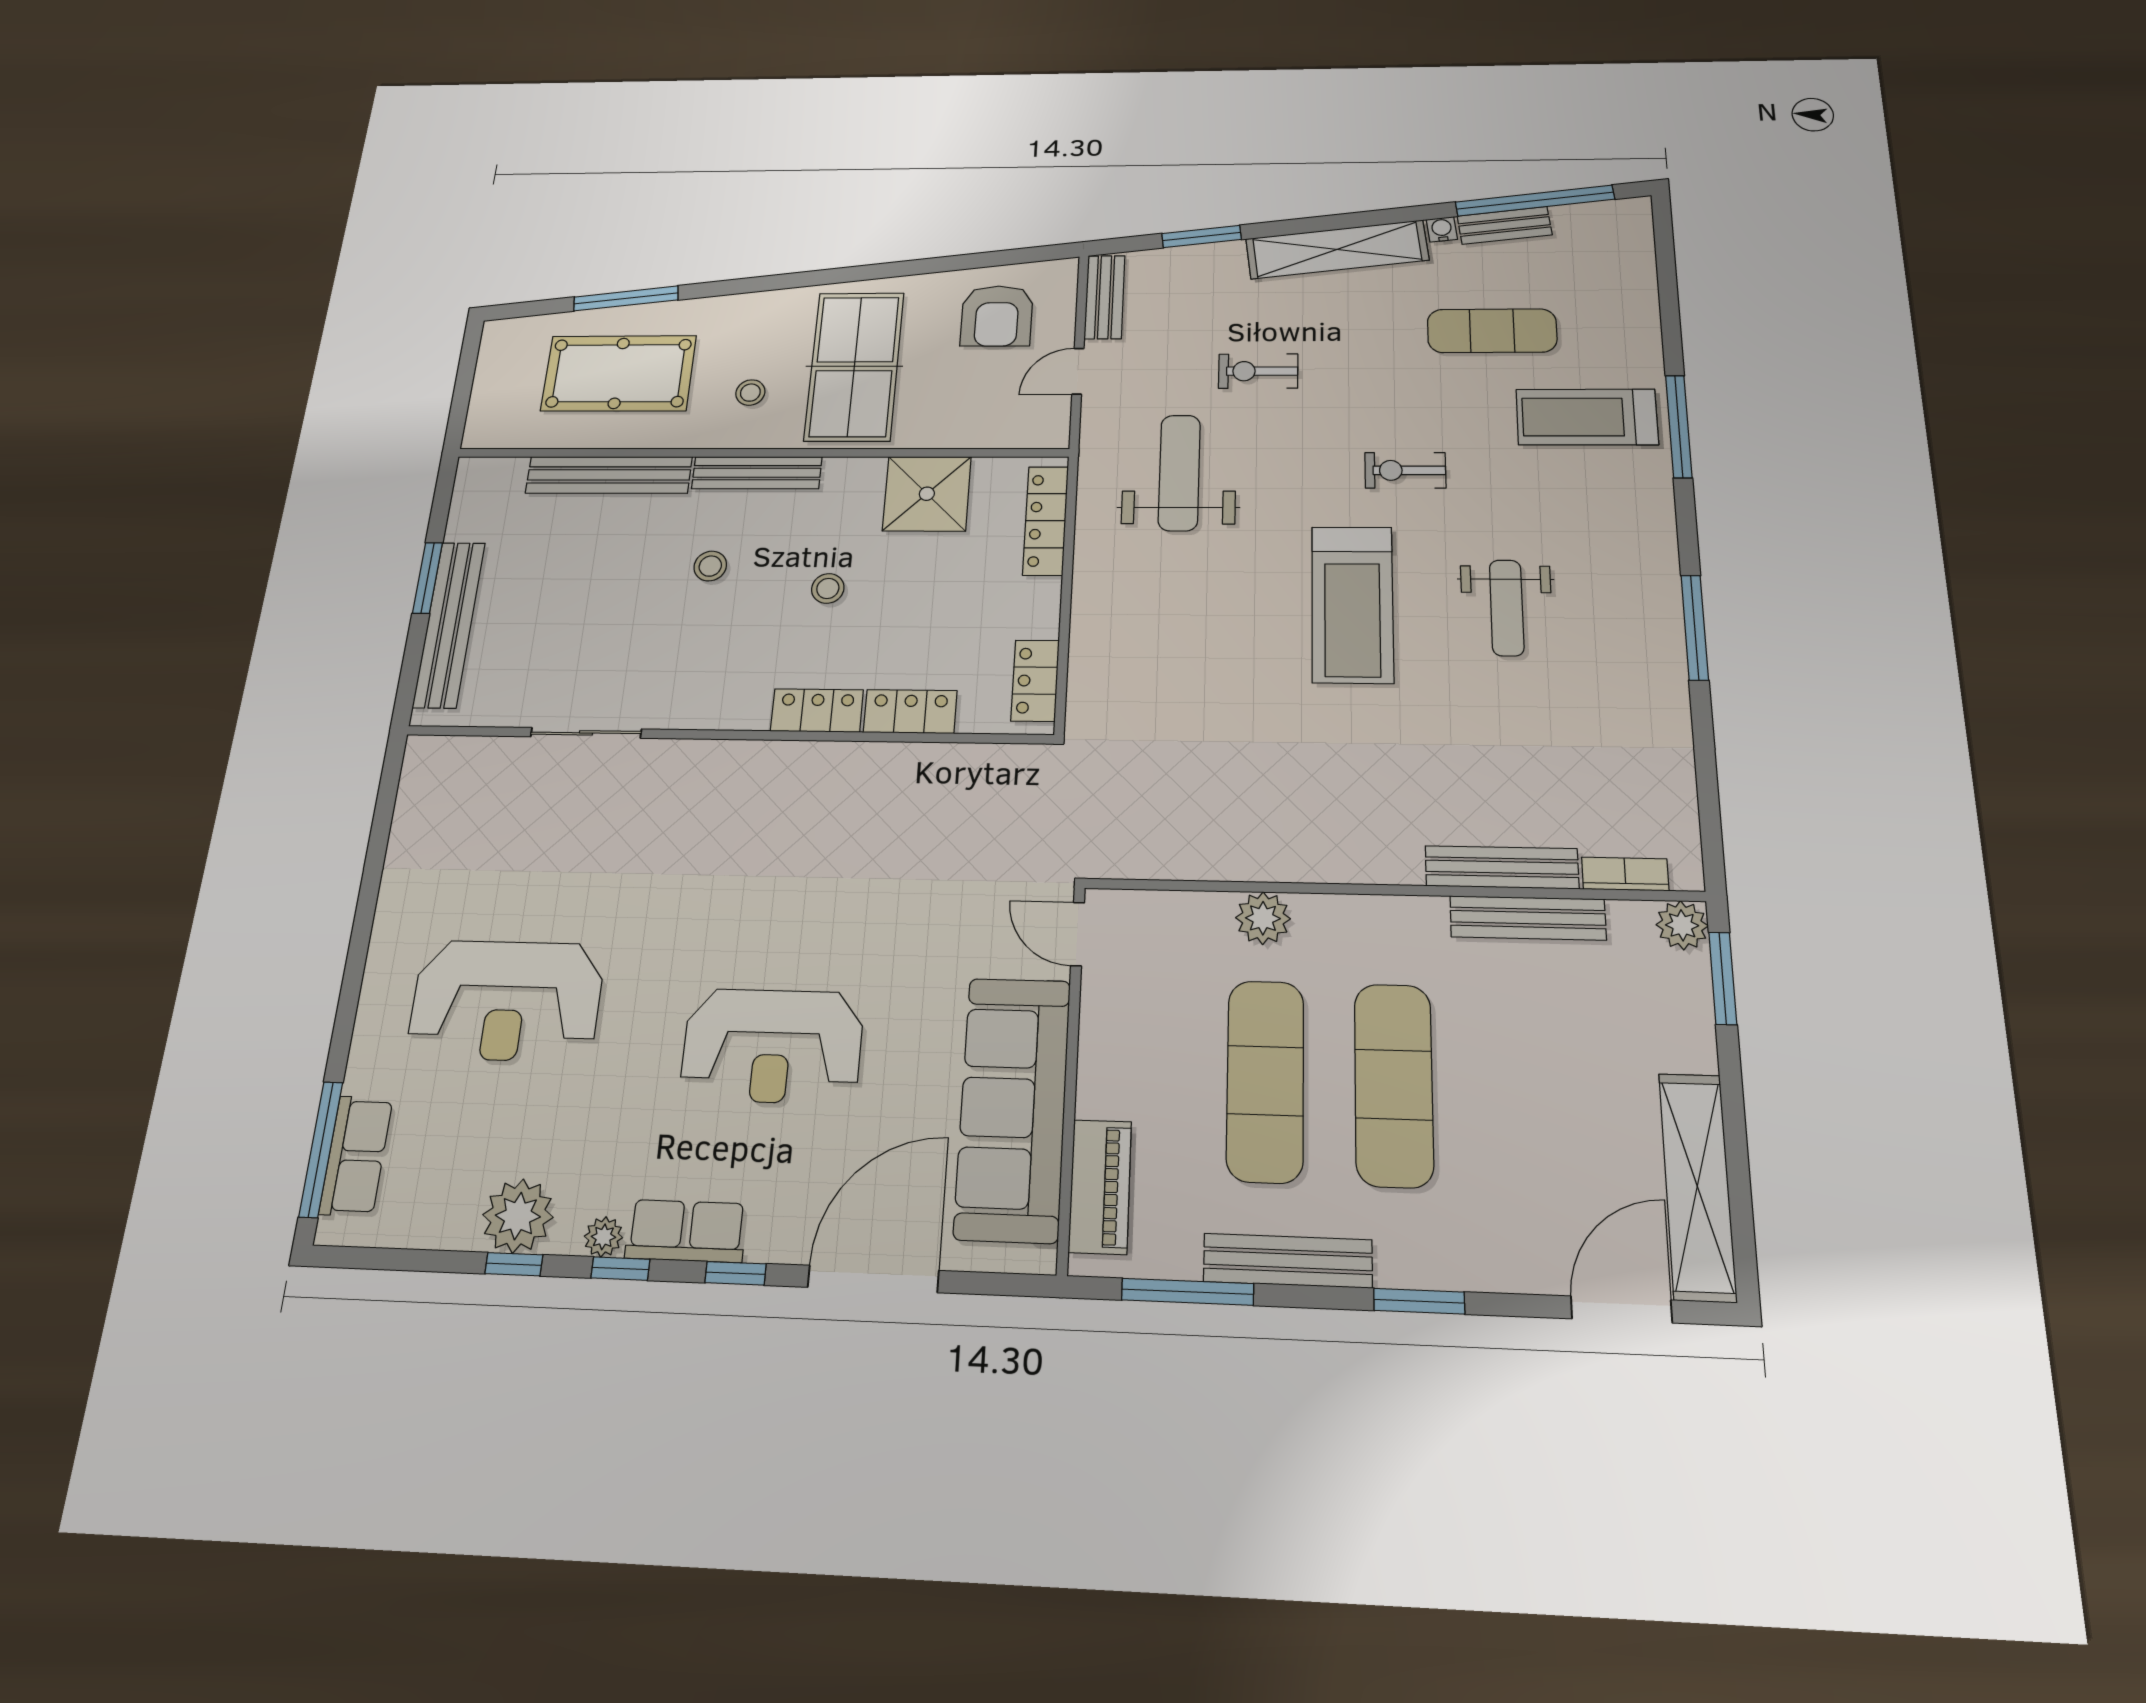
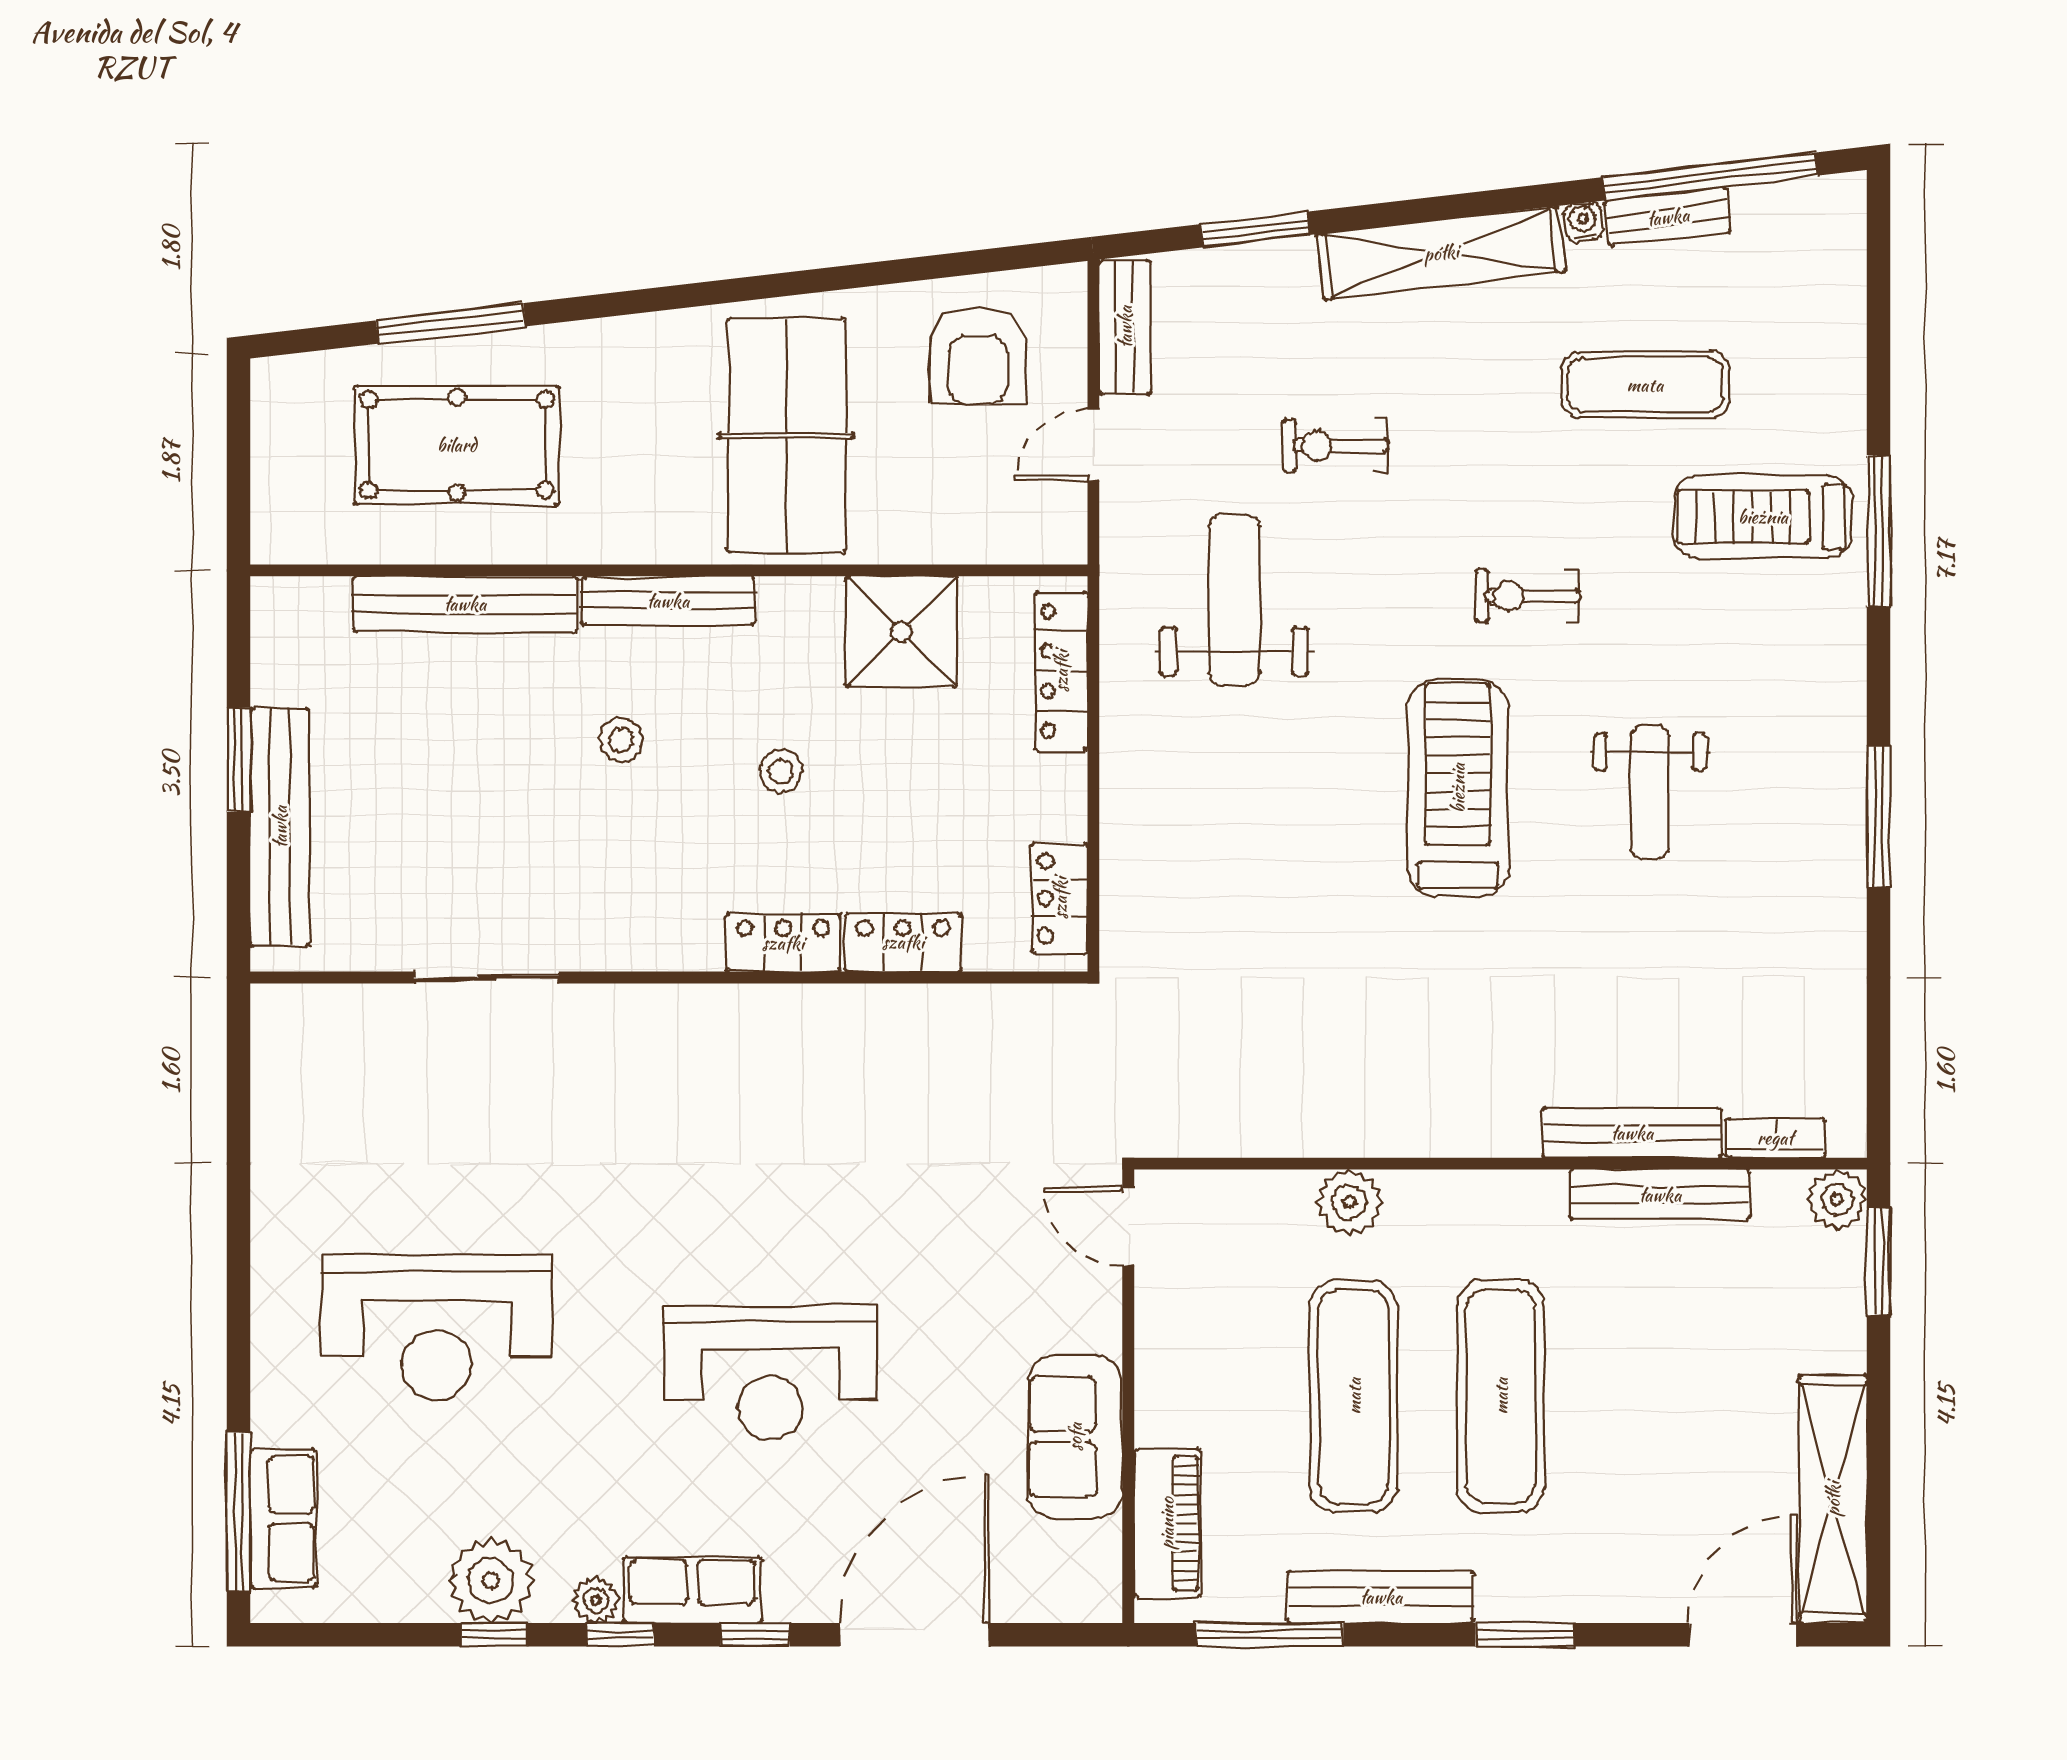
stool: (750, 393) -> (646, 476), removed
treadmill: (1352, 604) -> (1458, 788), turned 180
sofa: (1013, 1108) -> (1075, 1437), width x0.54, depth x0.79

